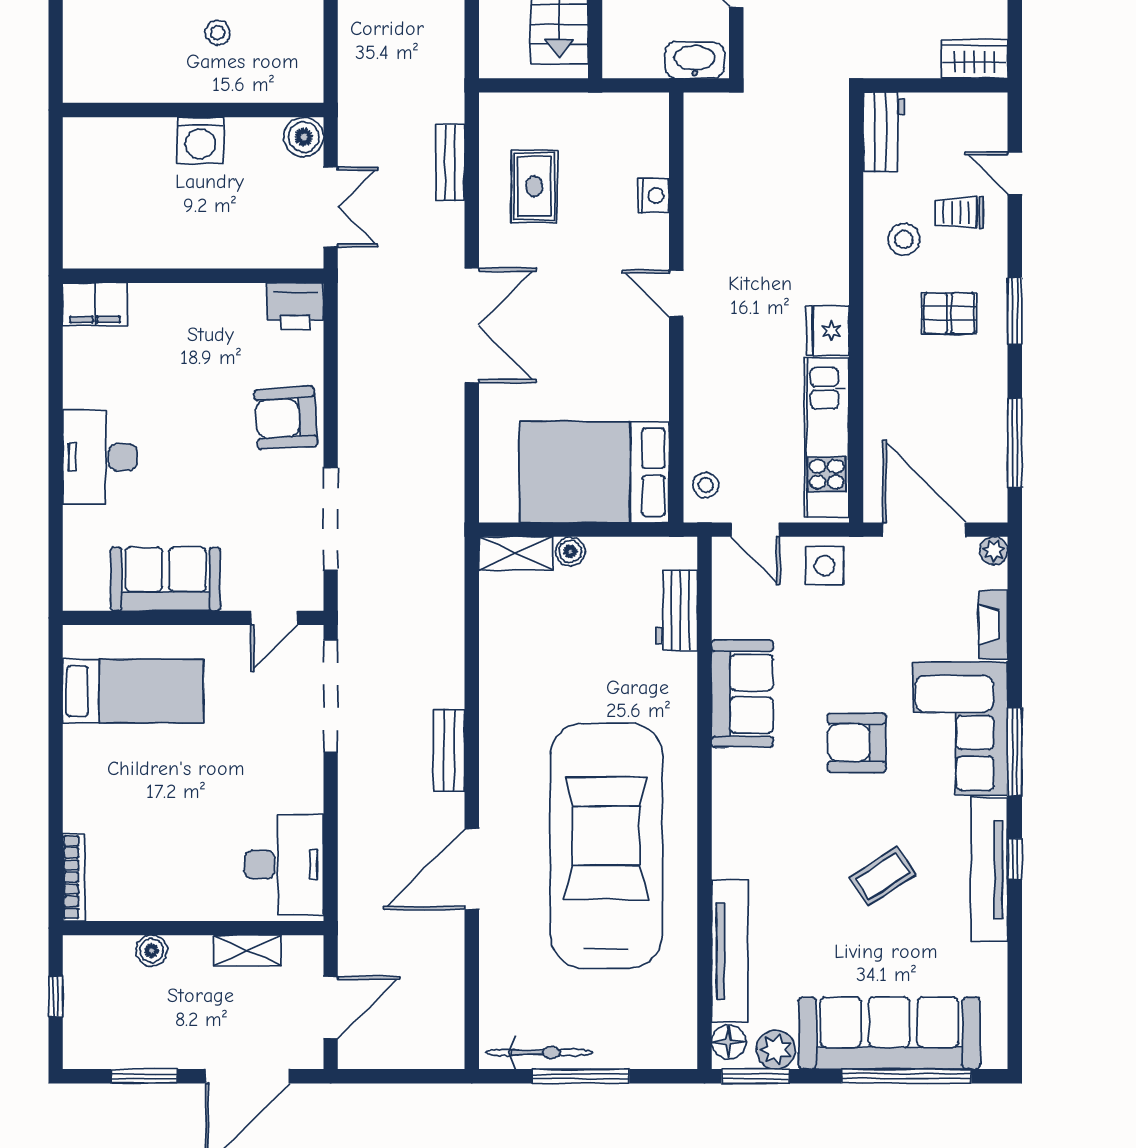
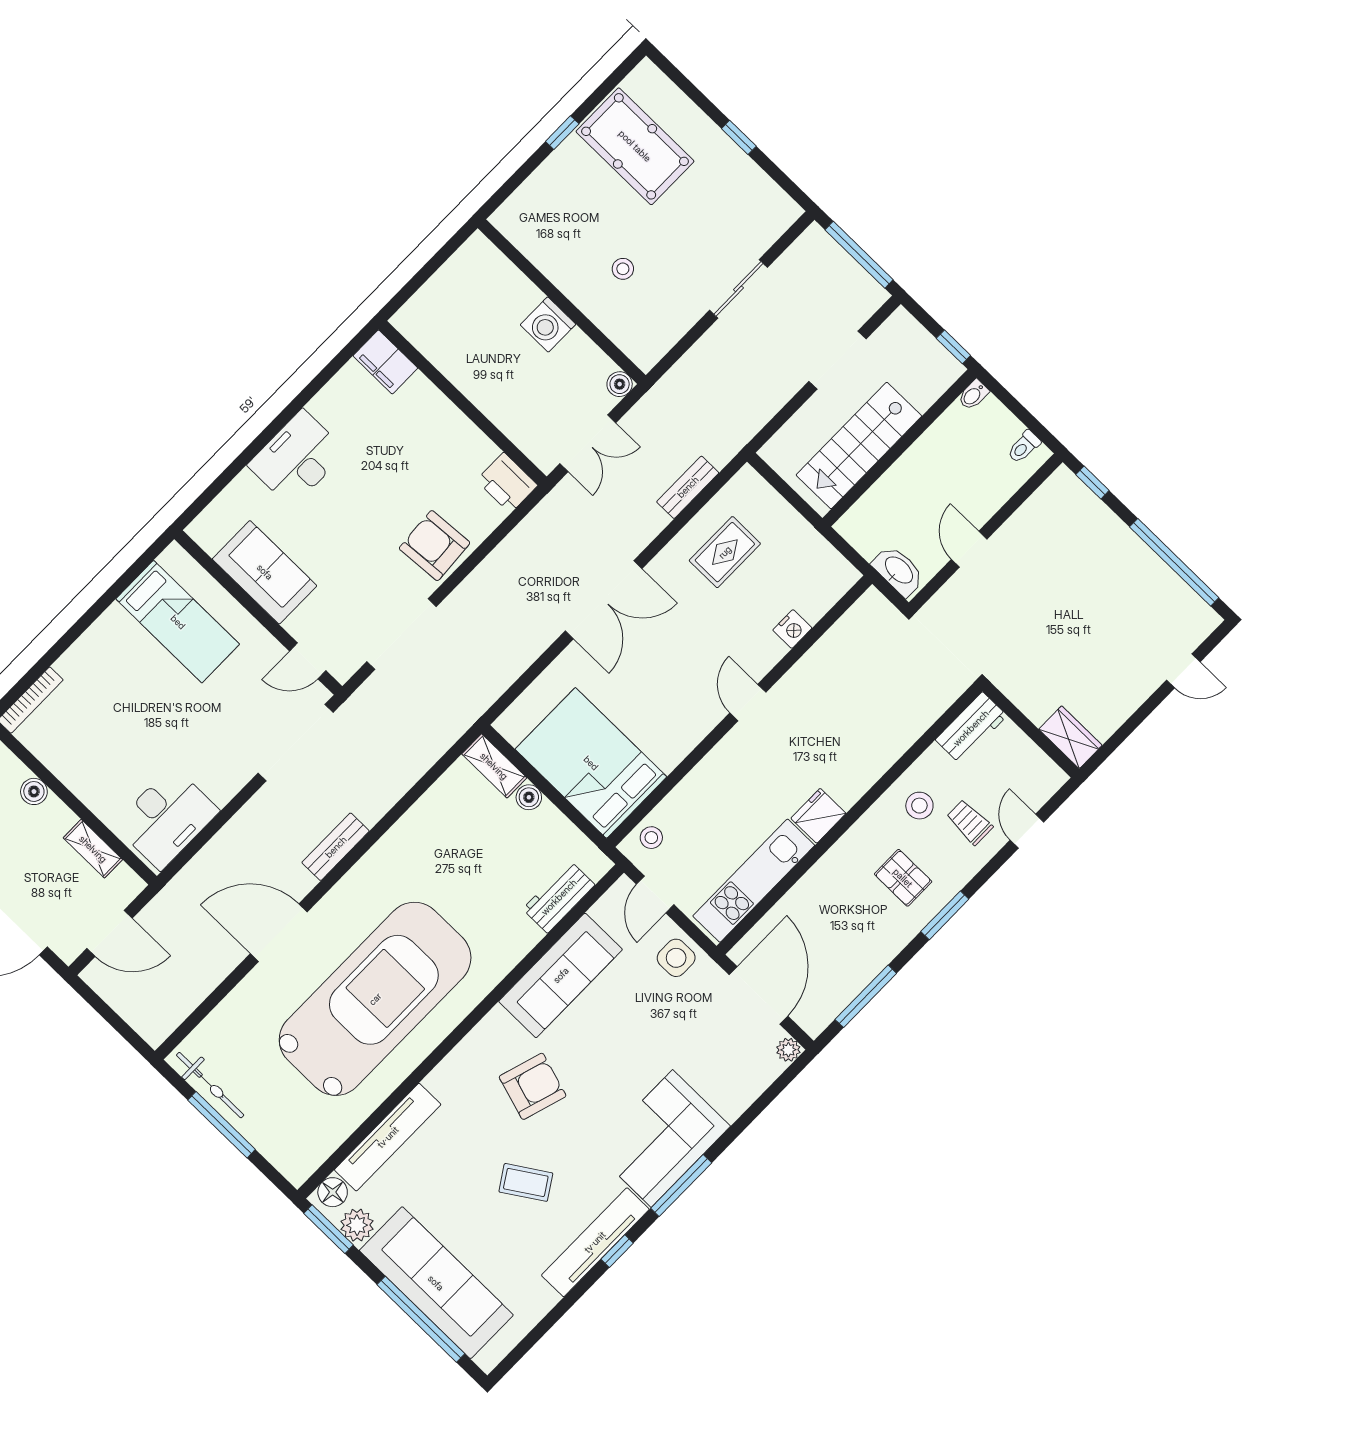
boiler: (304, 137) -> (620, 384), width x0.73, depth x0.73
fireplace: (993, 625) -> (744, 1095), removed
sofa: (742, 694) -> (561, 975), width x1.36
armchair: (857, 743) -> (533, 1086), moved, turned 107

